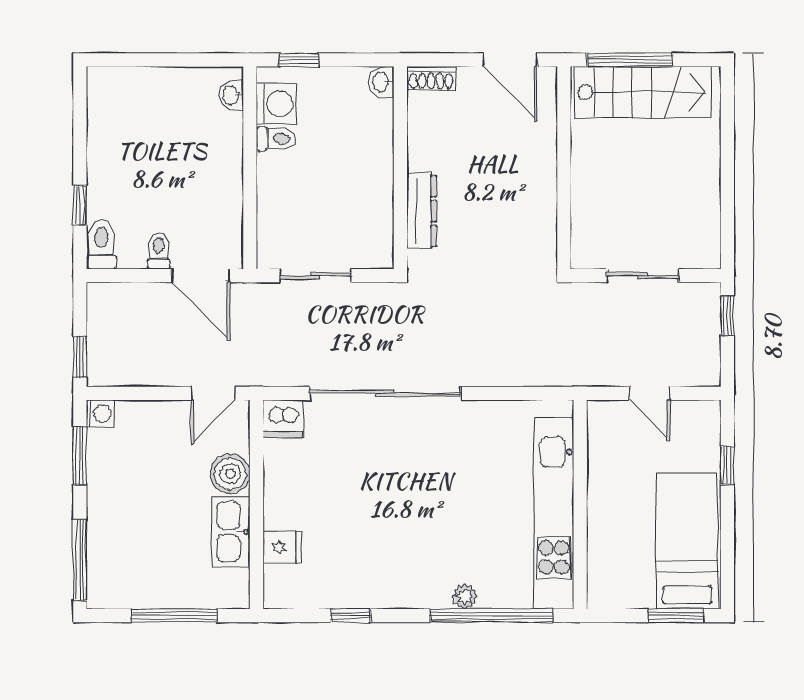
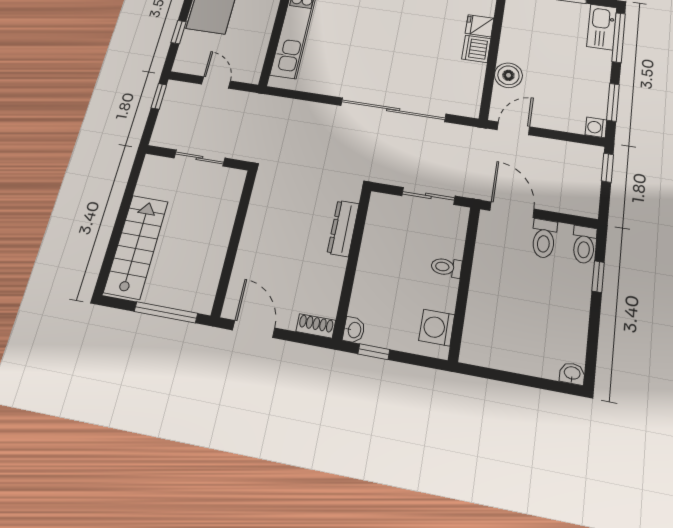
window: (299, 60) -> (374, 352), moved
stairs: (643, 92) -> (136, 246), moved, turned 90
washbasin: (231, 95) -> (572, 373), moved, turned -90
toilet: (276, 139) -> (446, 267), moved
toilet: (159, 251) -> (544, 239), width x1.37, depth x1.39
window: (727, 316) -> (159, 96), moved
dishwasher: (283, 419) -> (476, 49), moved, turned -90
kitchen sink: (231, 532) -> (602, 27), moved, turned 180

